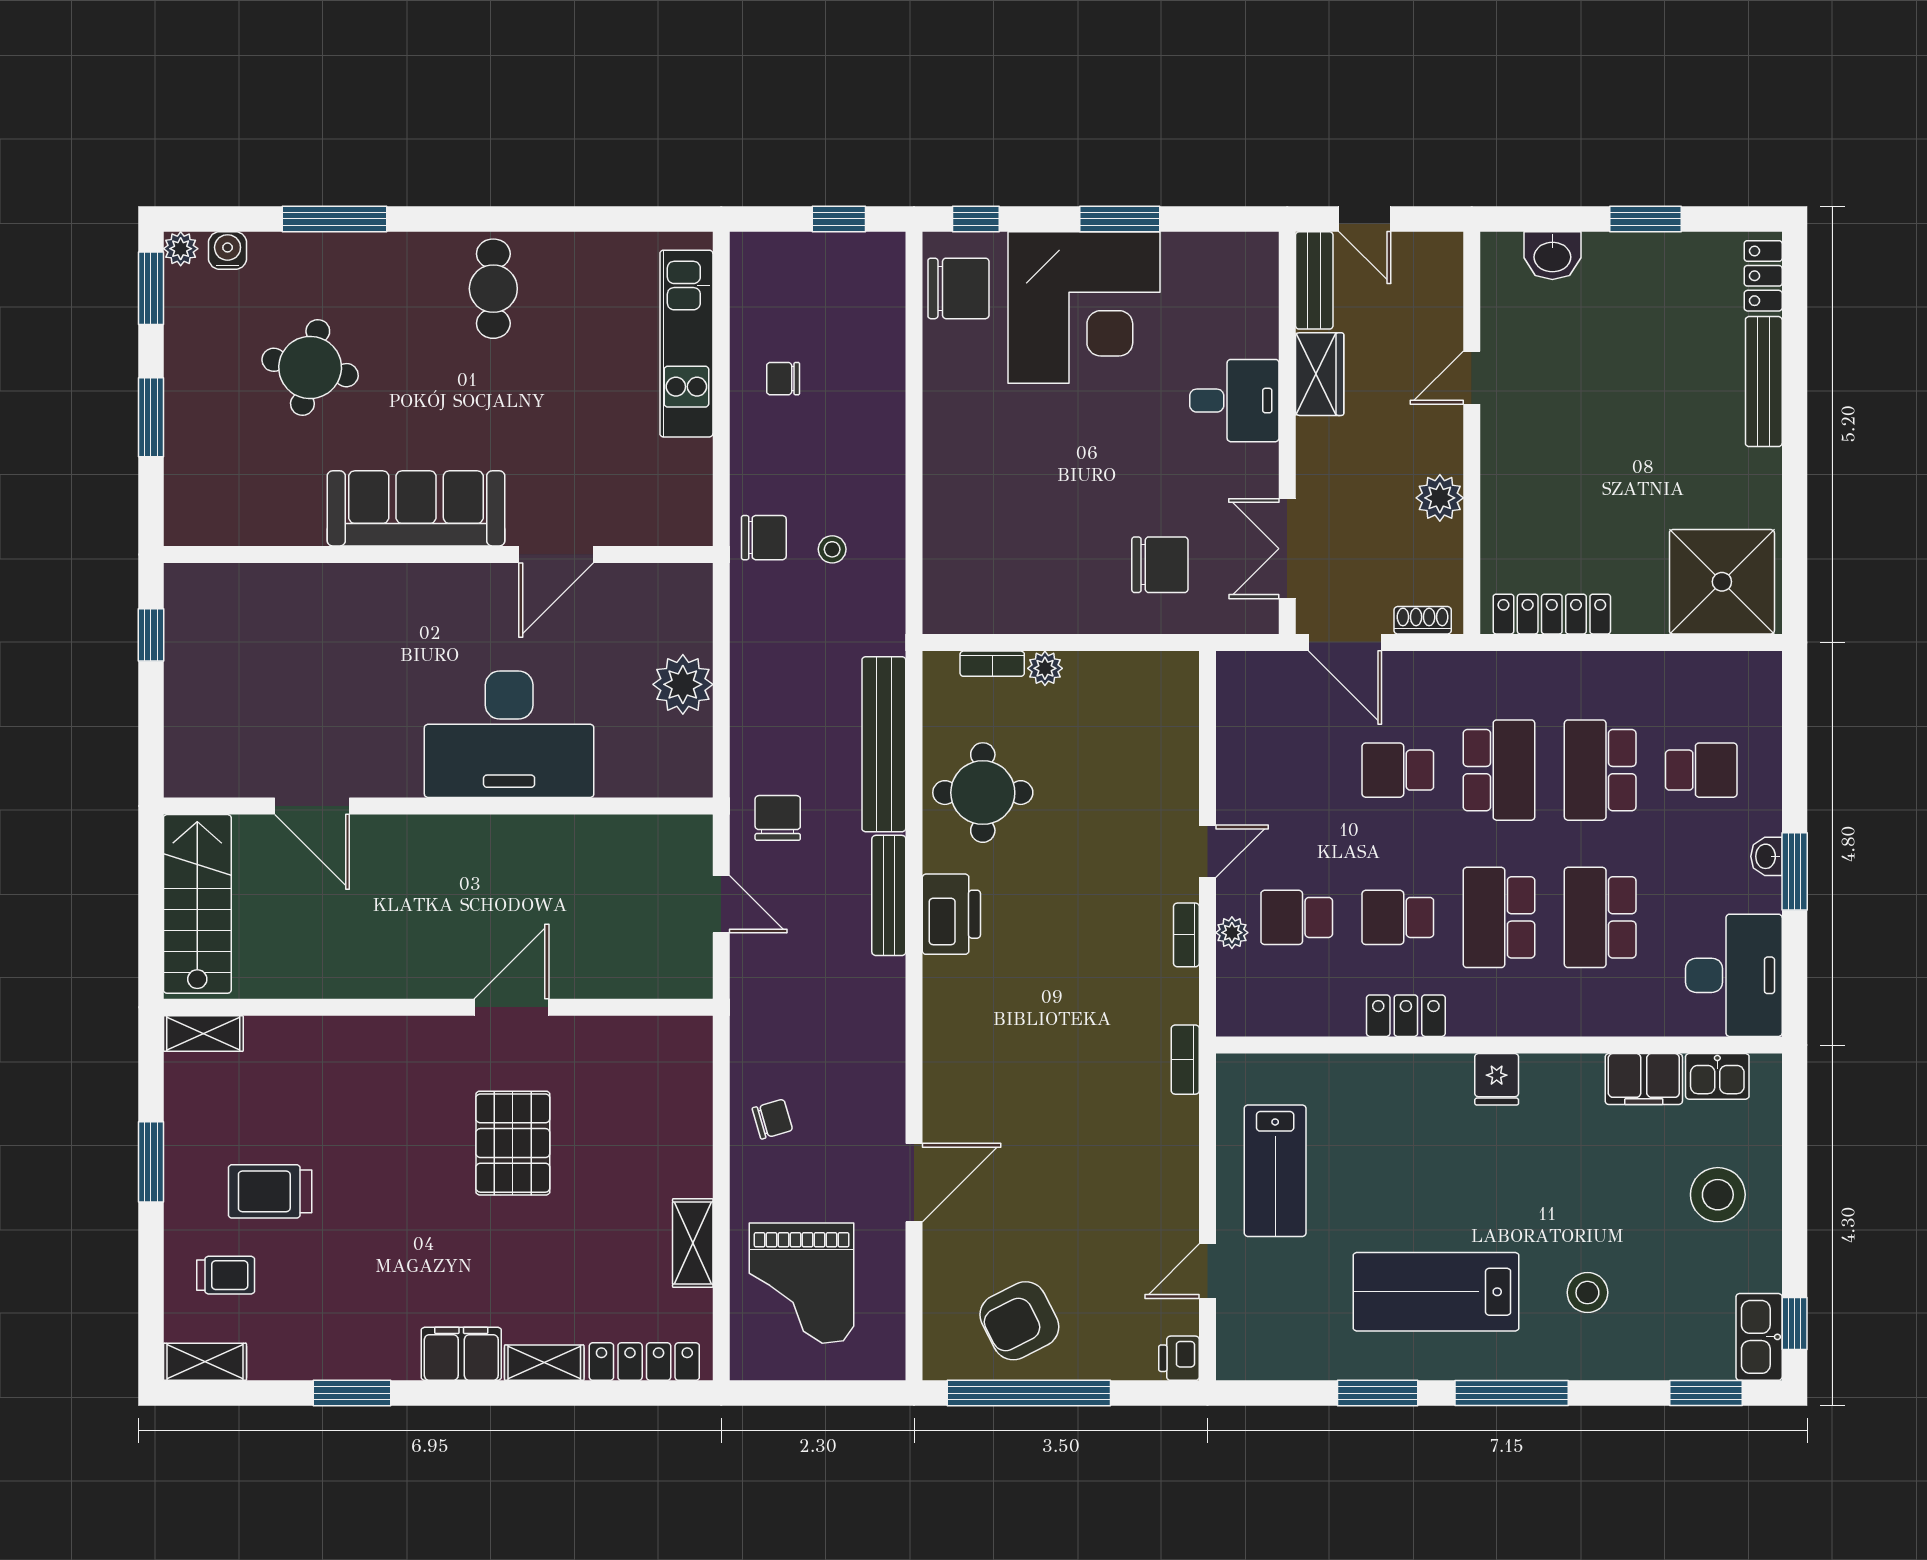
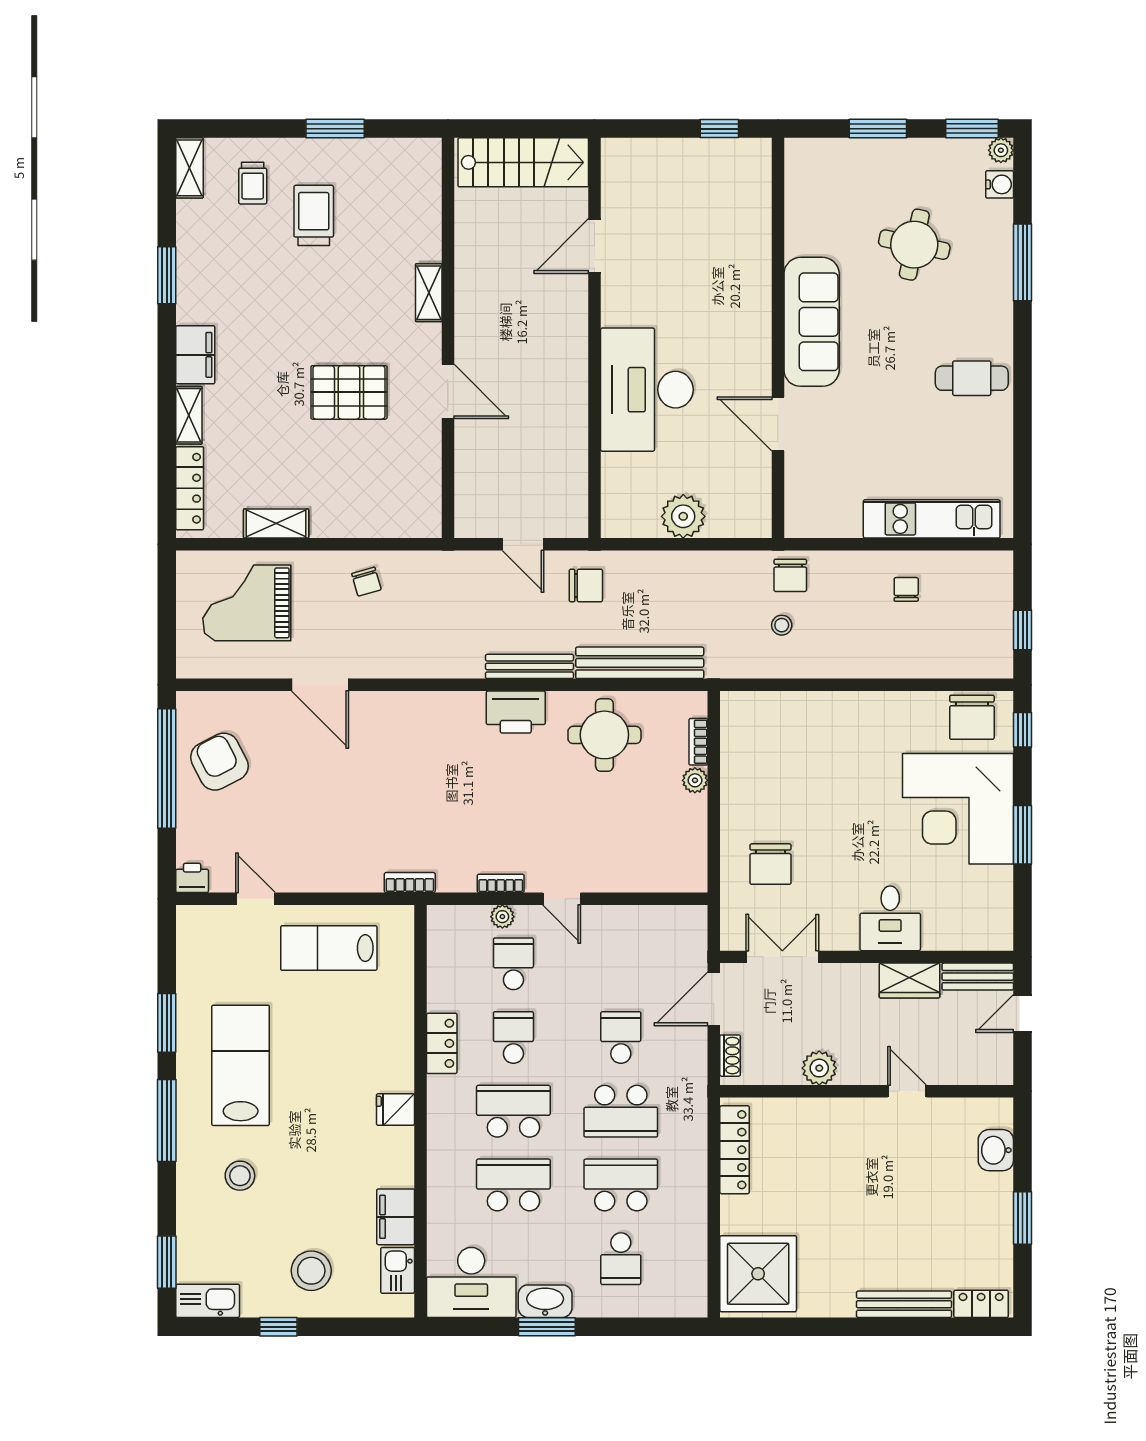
washbasin: (1766, 856) -> (545, 1301), width x1.91, depth x1.45
door: (721, 904) -> (523, 544), hinge flipped
shelving: (203, 1034) -> (429, 293), moved
window: (1795, 1323) -> (278, 1327), moved

